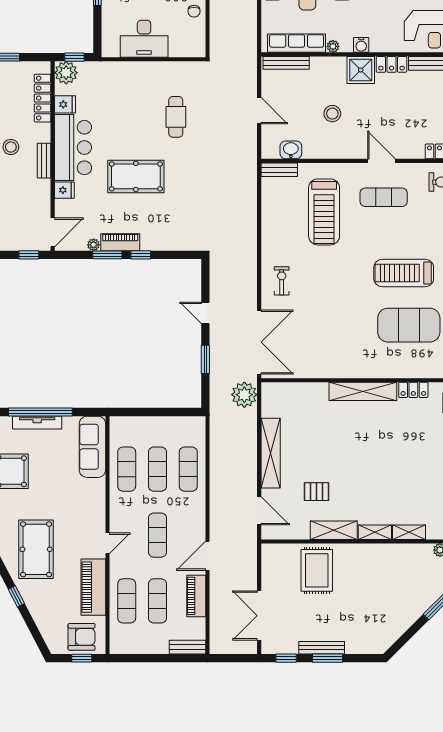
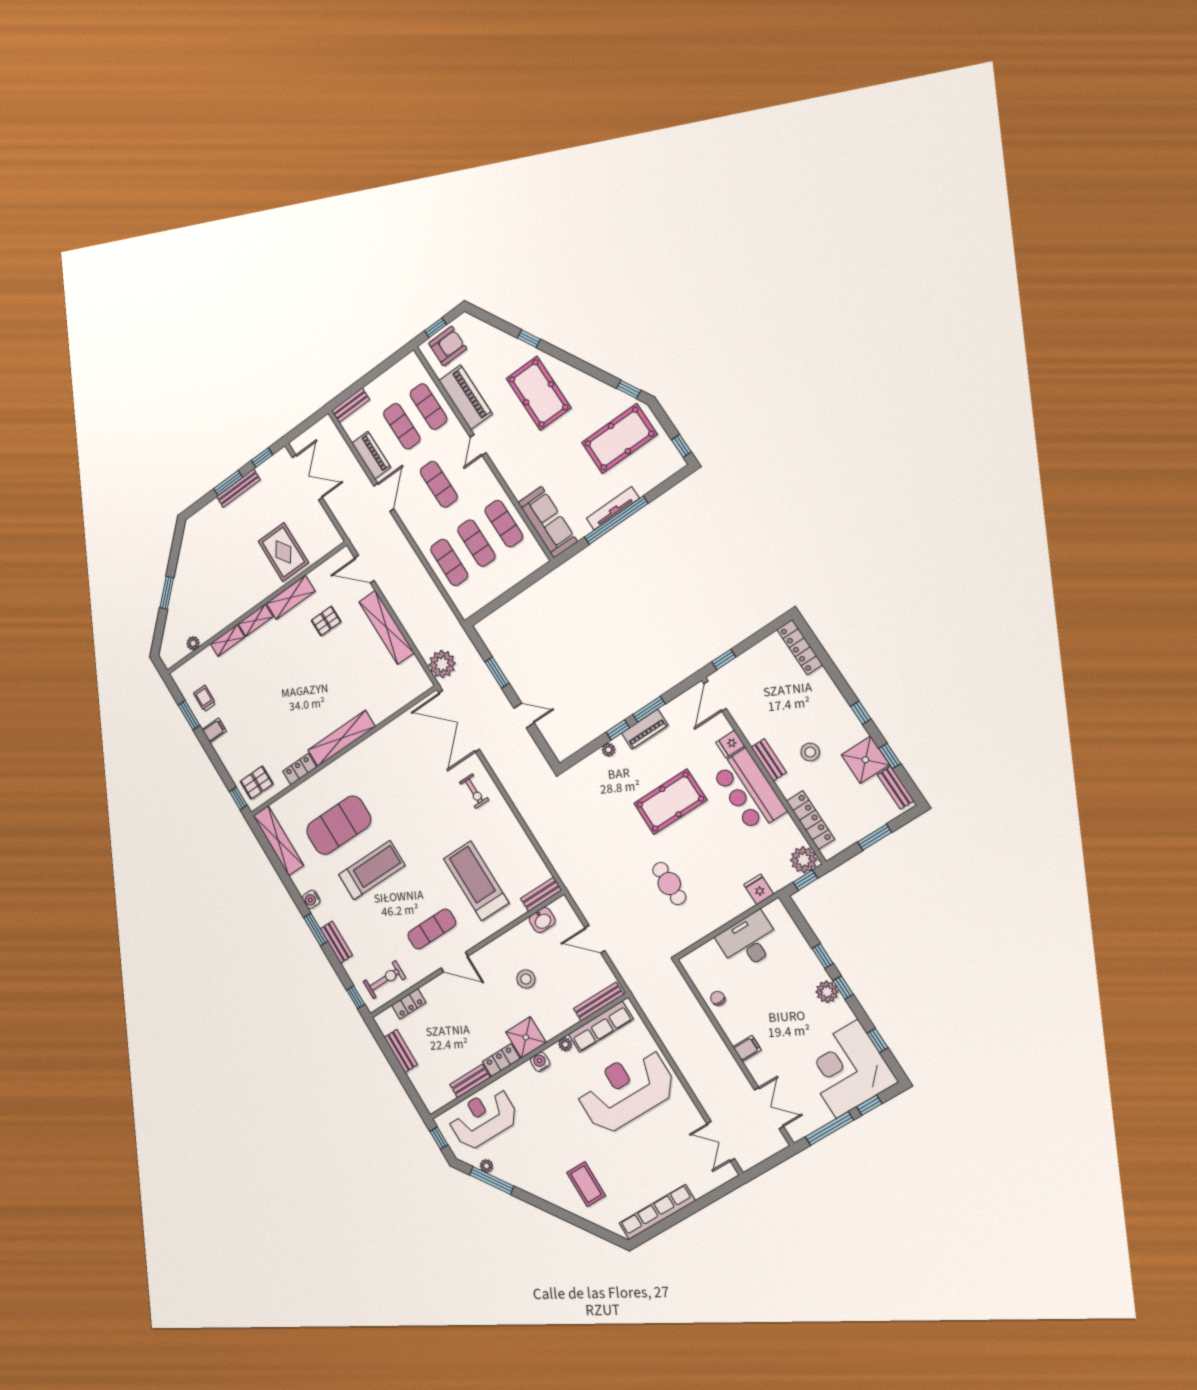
fridge: (65, 104) -> (759, 889), moved, turned 90
plant: (93, 245) -> (609, 750), moved
armchair: (82, 637) -> (448, 346), turned 180

